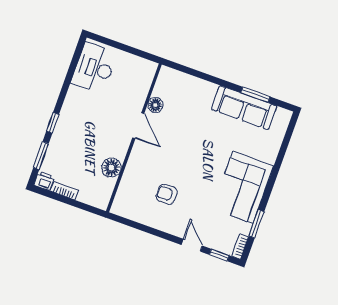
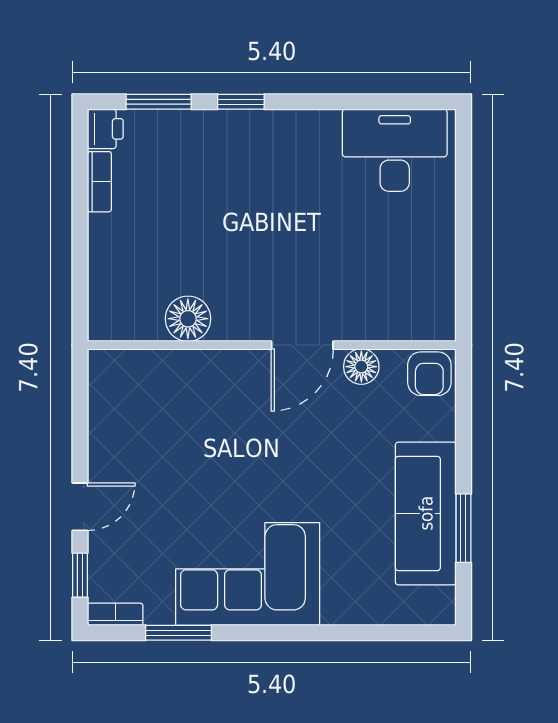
floor lamp: (155, 105) -> (361, 367), moved
door: (138, 126) -> (302, 345), moved
wall: (134, 138) -> (272, 345), moved
floor lamp: (111, 168) -> (188, 319), moved
armchair: (167, 194) -> (429, 374), moved, turned 180

